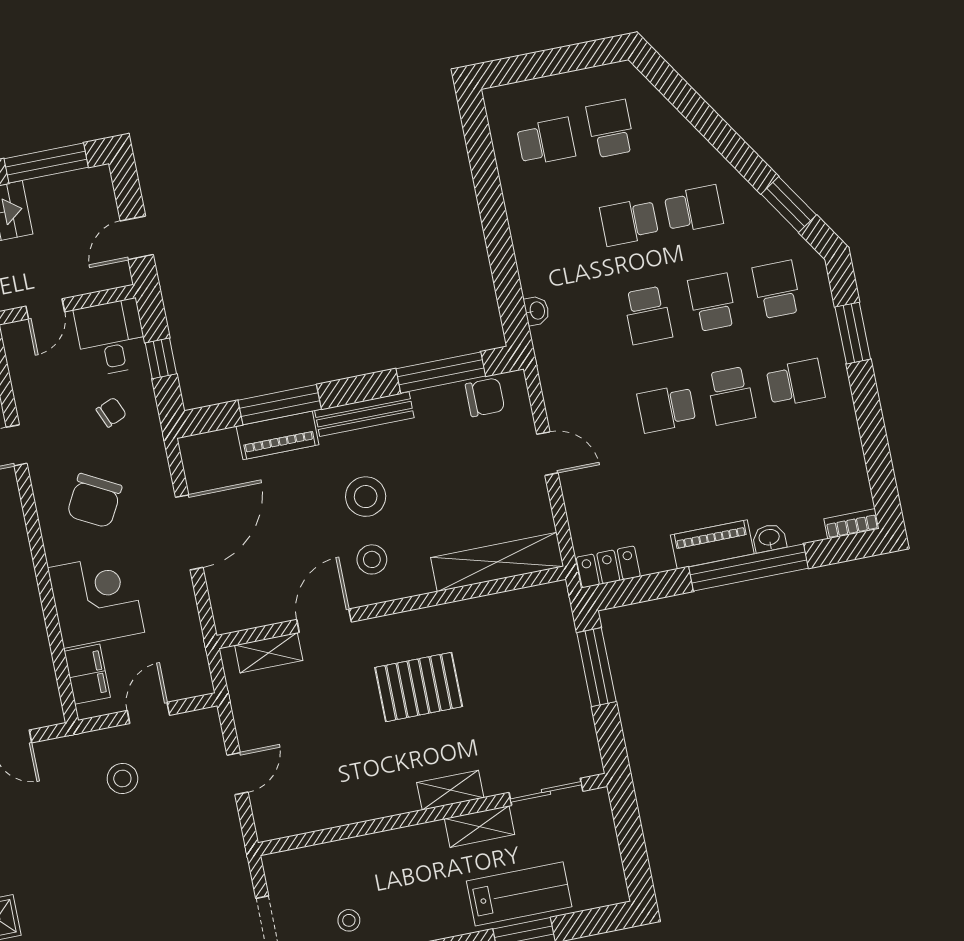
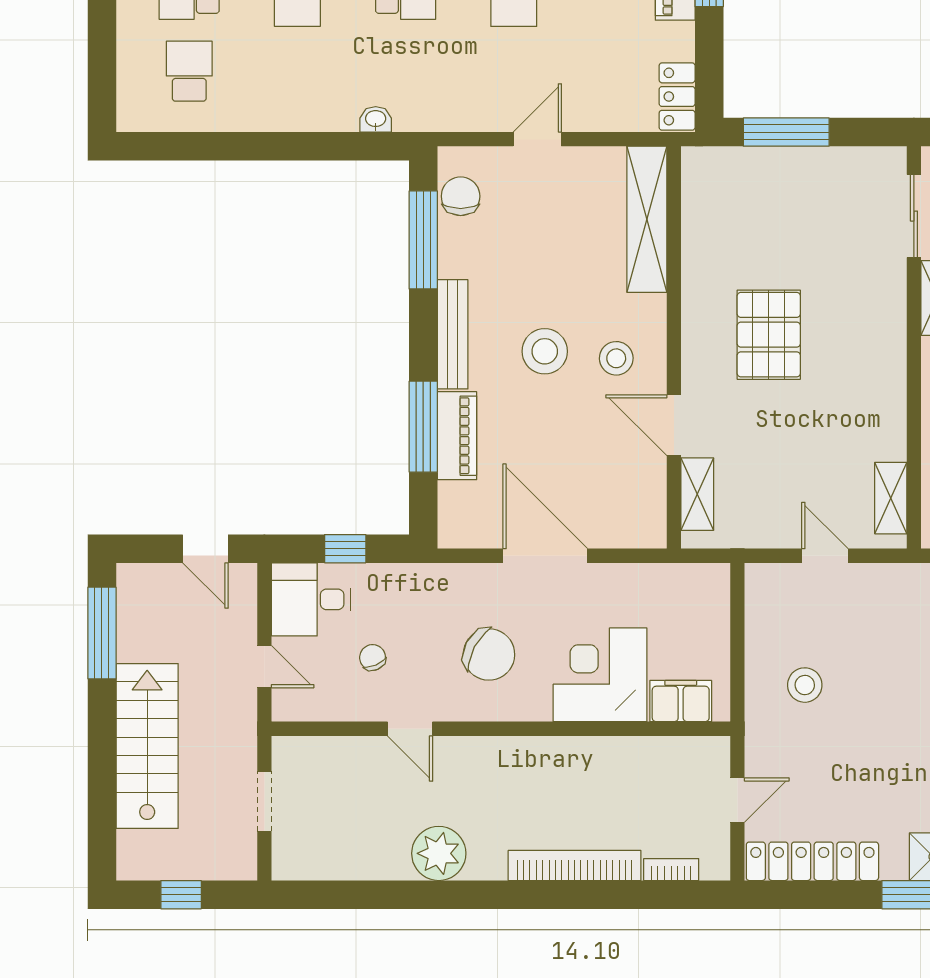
chair: (111, 412) -> (373, 658), moved
door: (148, 713) -> (737, 641), removed
shelving: (450, 790) -> (891, 498), moved

